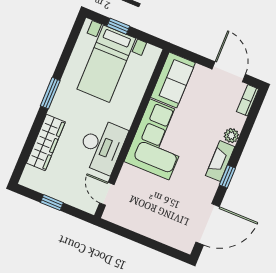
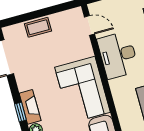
window: (227, 177) -> (20, 112), moved
coffee table: (156, 229) -> (38, 27), added

